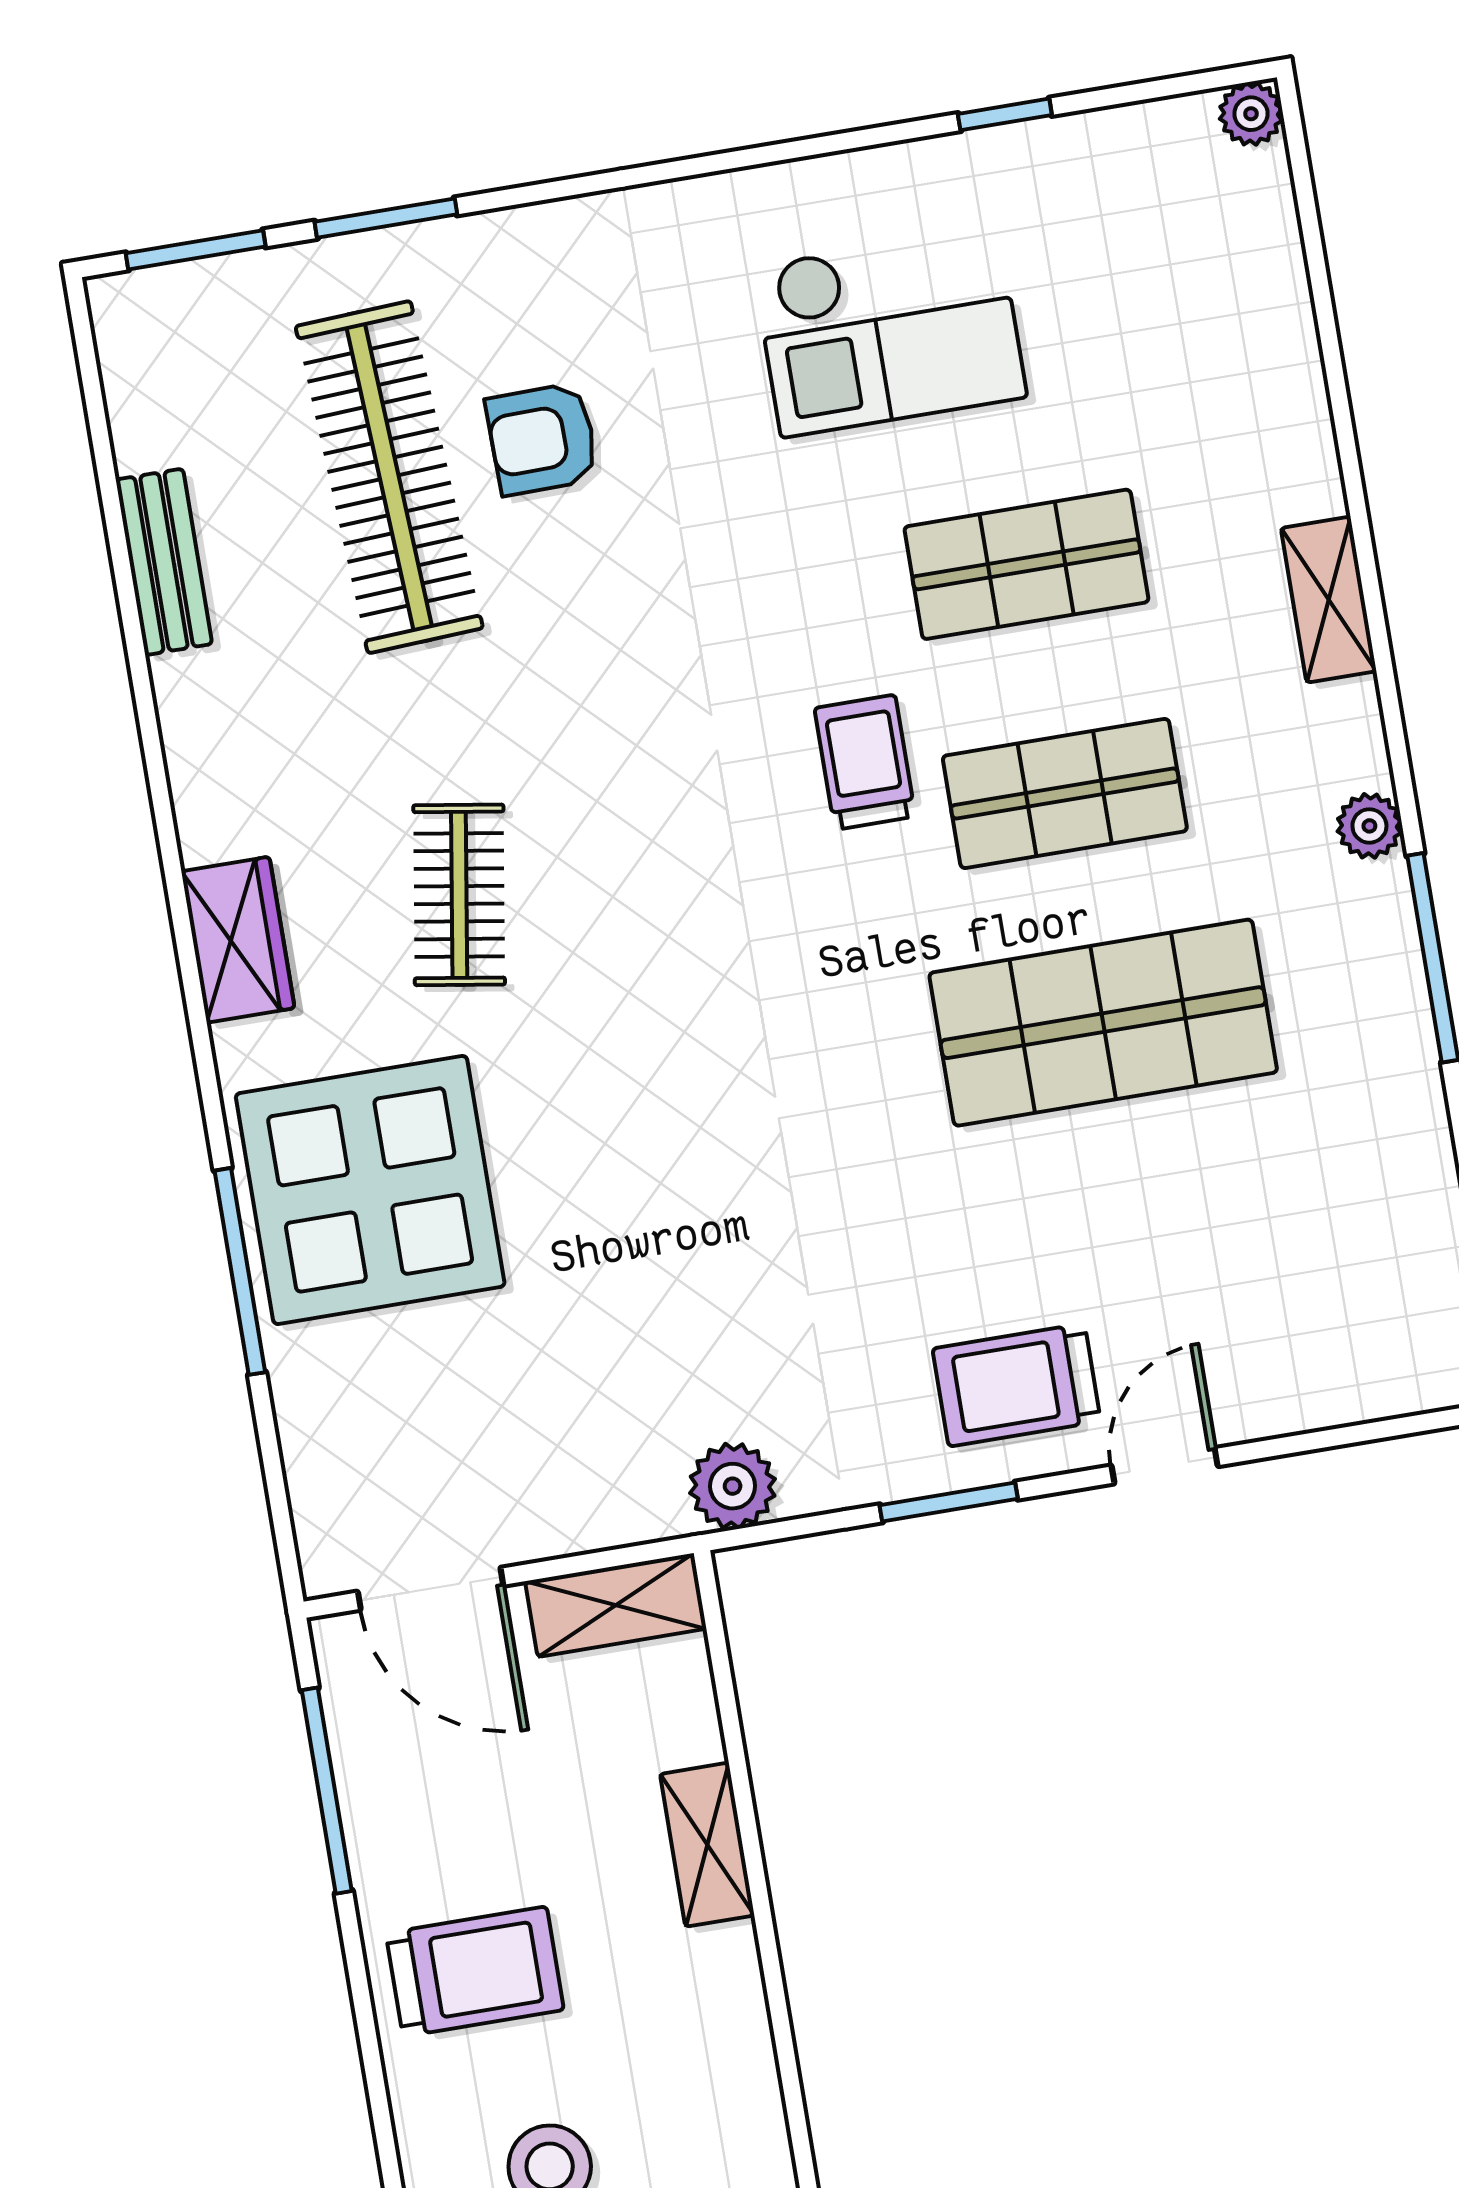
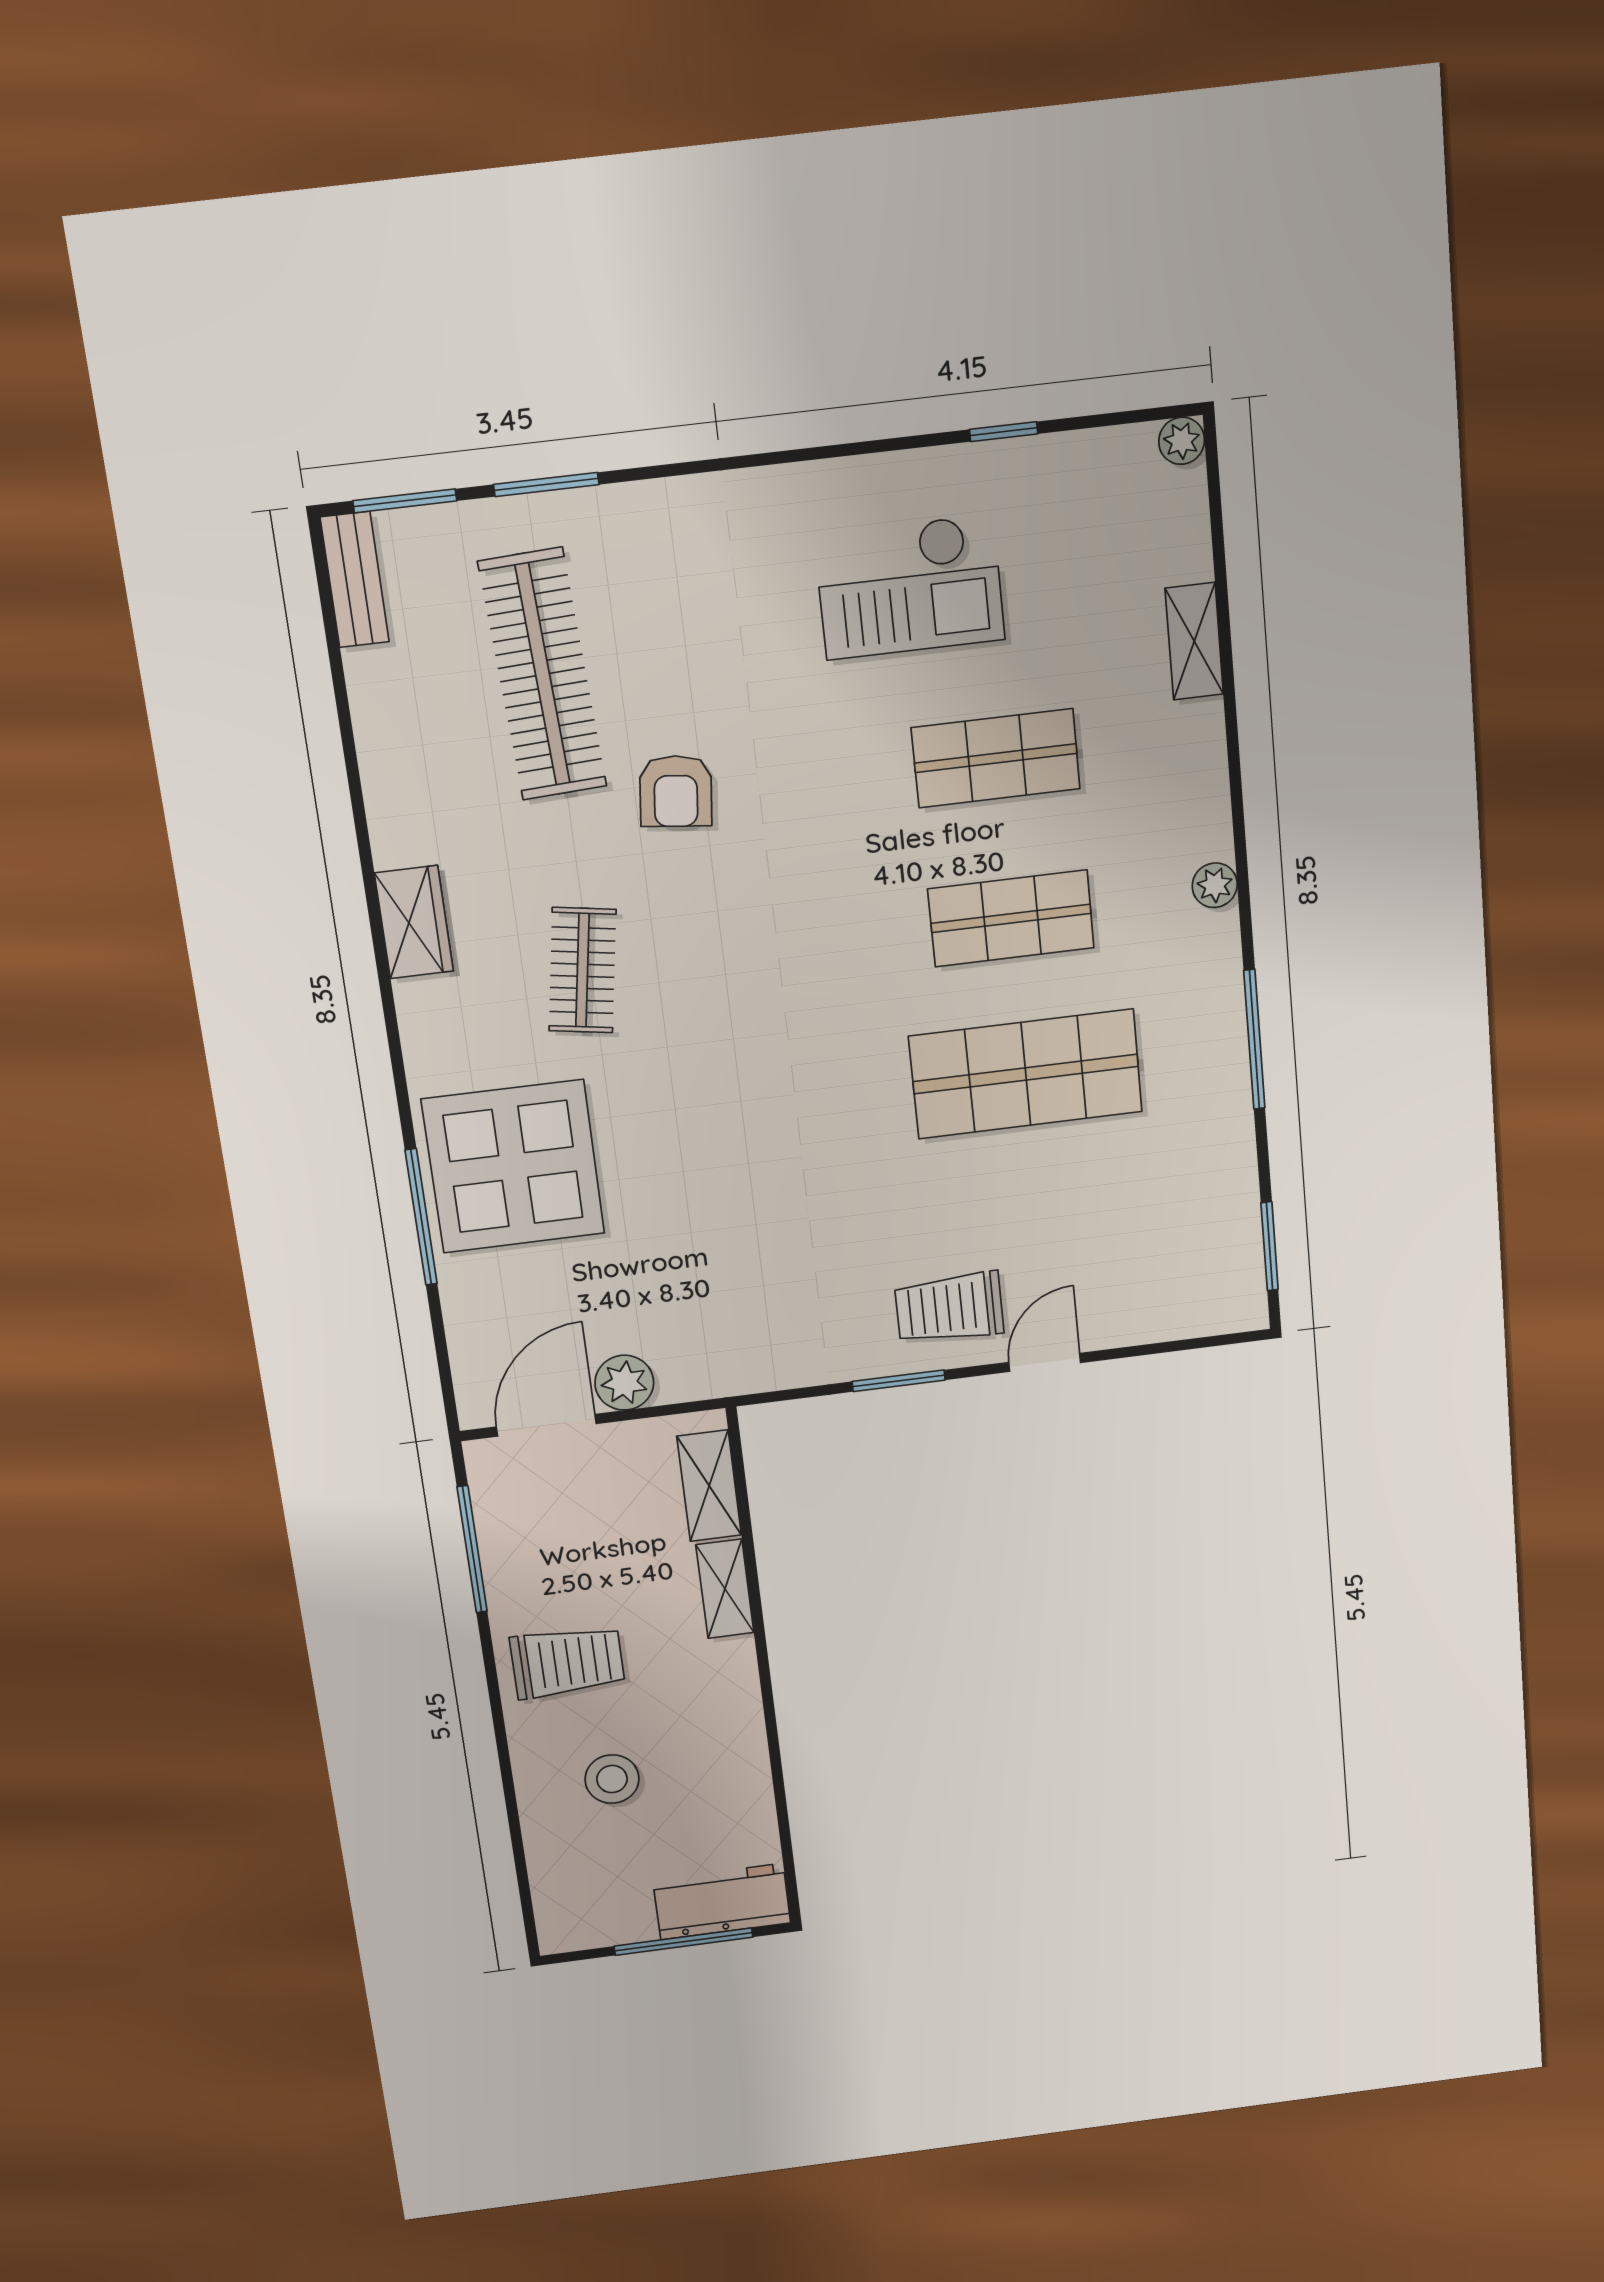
armchair: (542, 439) -> (676, 791), moved, turned -83
bench: (164, 562) -> (355, 580), moved
shelving: (1329, 600) -> (1194, 641), moved
trolley: (865, 762) -> (873, 891), removed
plant: (1369, 826) -> (1215, 885), moved
wardrobe: (238, 940) -> (414, 922), moved
plant: (733, 1486) -> (624, 1383), moved
door: (431, 1589) -> (546, 1425), swing flipped
shelving: (616, 1605) -> (709, 1486), moved, turned 90

